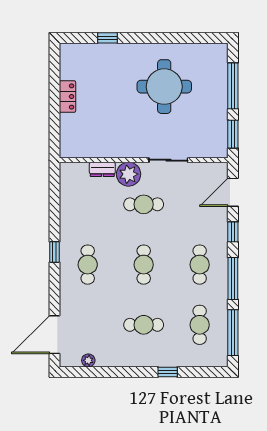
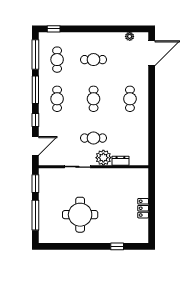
window: (54, 252) -> (152, 107), removed
window: (168, 372) -> (54, 29), moved

